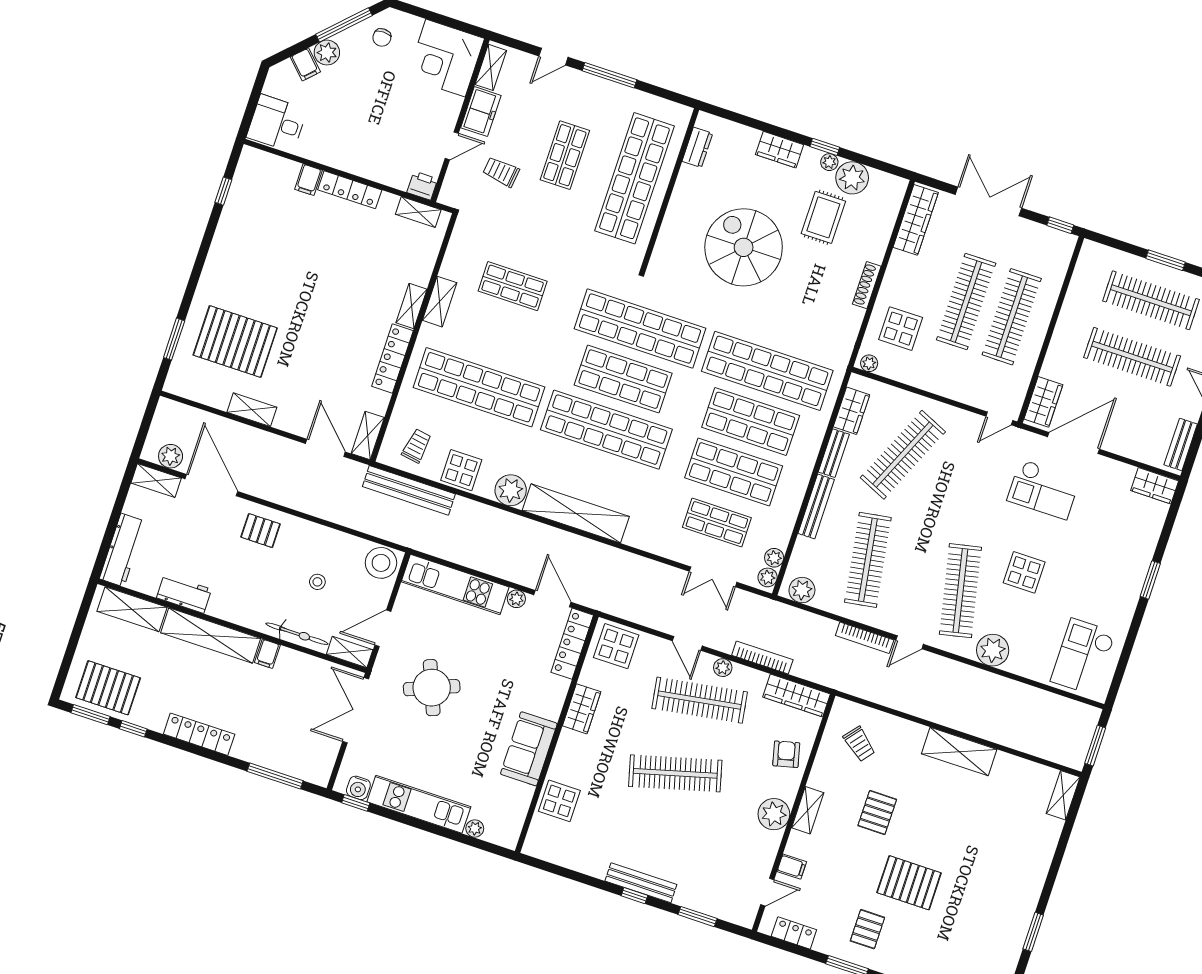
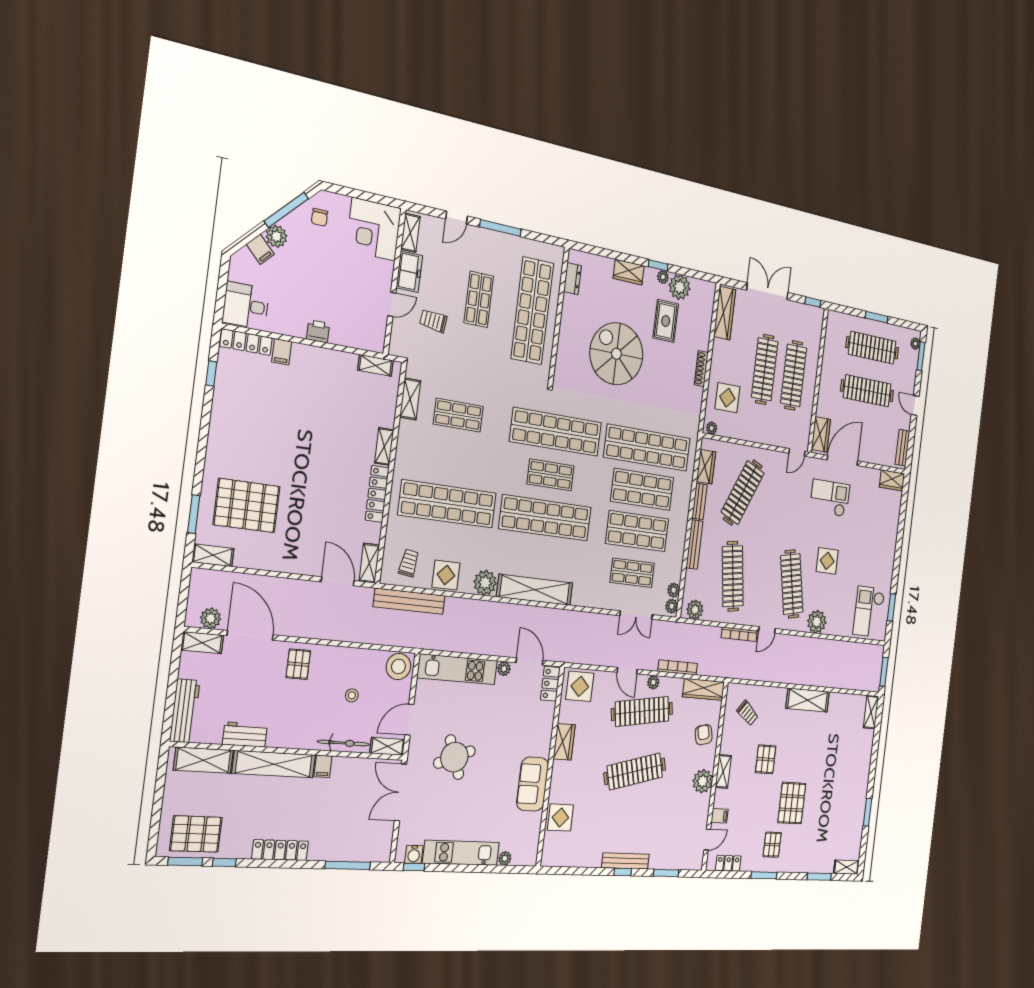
printer: (422, 186) -> (318, 331), moved
locker: (350, 190) -> (246, 342), moved
shelving: (440, 302) -> (410, 399), moved
shop shelf: (623, 379) -> (551, 475), width x0.70, depth x0.74
shelving: (252, 410) -> (213, 555), moved
checkout: (1044, 489) -> (830, 498), turned 180
pallet: (261, 531) -> (298, 664), turned 90
window: (1150, 580) -> (891, 607), moved
locker: (572, 644) -> (550, 684), width x0.66
pallet: (909, 883) -> (792, 803), turned 90

